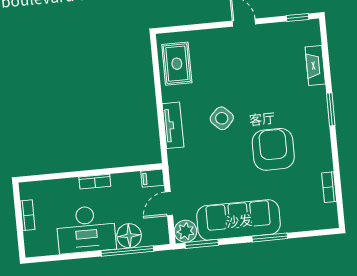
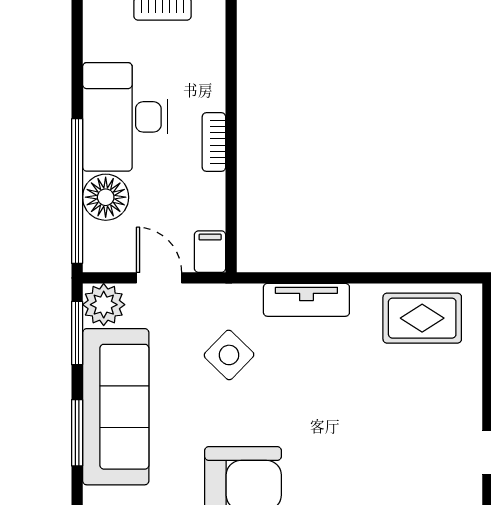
side table: (222, 118) -> (229, 355), moved
window: (270, 237) -> (77, 433), moved
window: (127, 251) -> (77, 191), width x1.46

